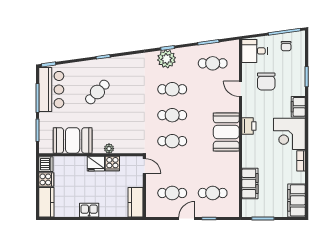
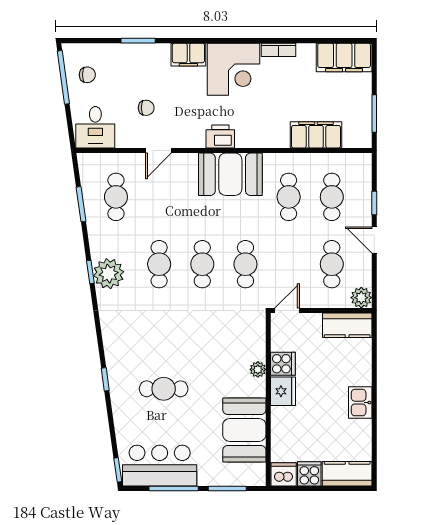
chair: (266, 81) -> (146, 108), width x0.54, depth x0.54
cafe table: (97, 92) -> (164, 389), turned -44
cafe table: (213, 167) -> (289, 197), added
plant: (152, 211) -> (361, 298), added

